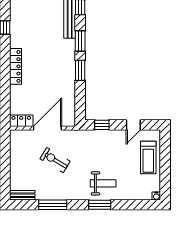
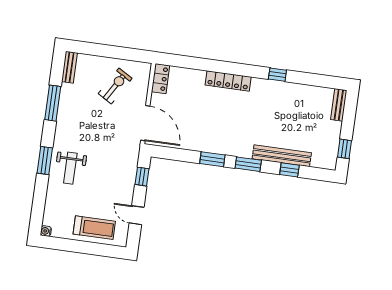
door: (47, 128) -> (145, 123), moved
treadmill: (148, 158) -> (94, 228), turned 180
exercise bike: (55, 160) -> (115, 86), moved

